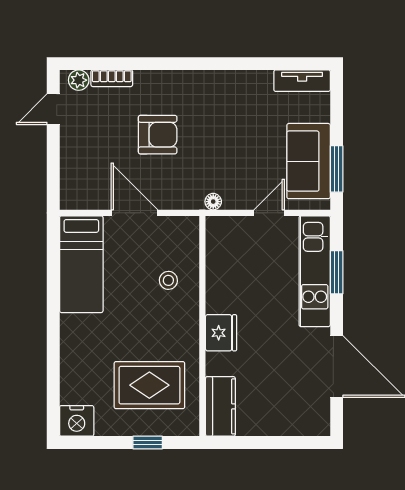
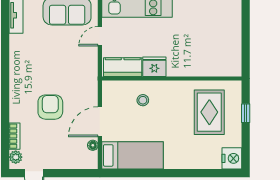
floor lamp: (213, 202) -> (93, 145), moved
door: (269, 213) -> (100, 36), hinge flipped
fridge: (221, 333) -> (154, 67), moved
kitchen counter: (220, 406) -> (123, 67), moved

